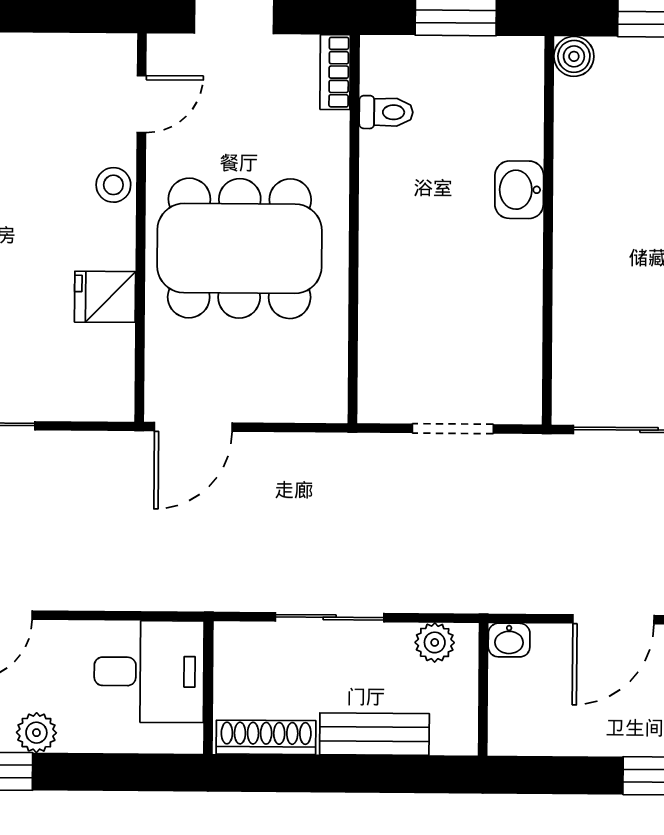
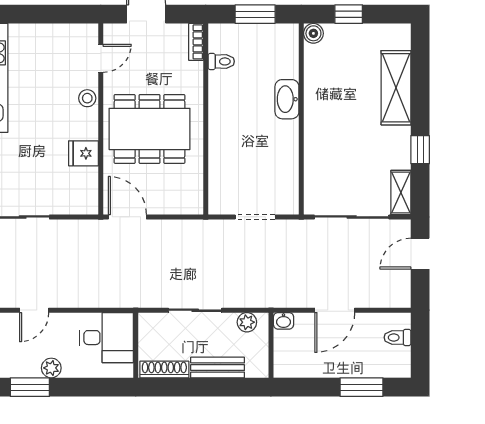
washbasin: (519, 190) -> (287, 99), width x1.38
door: (193, 427) -> (127, 217), swing flipped

